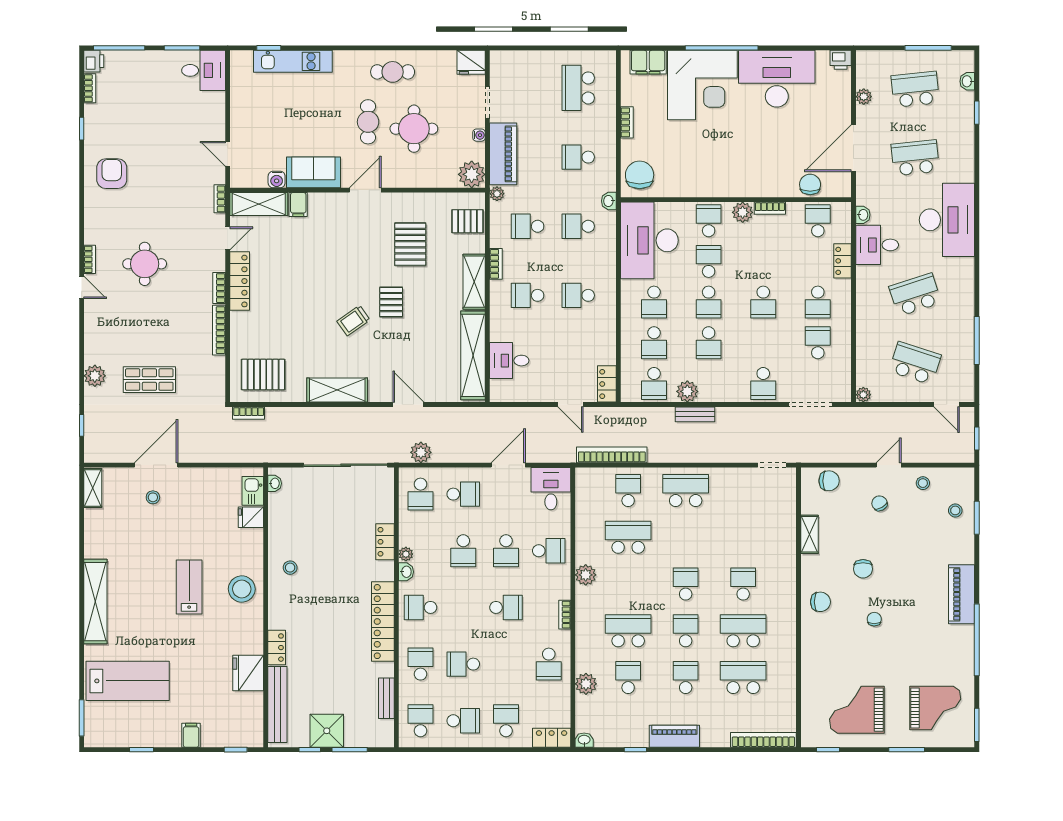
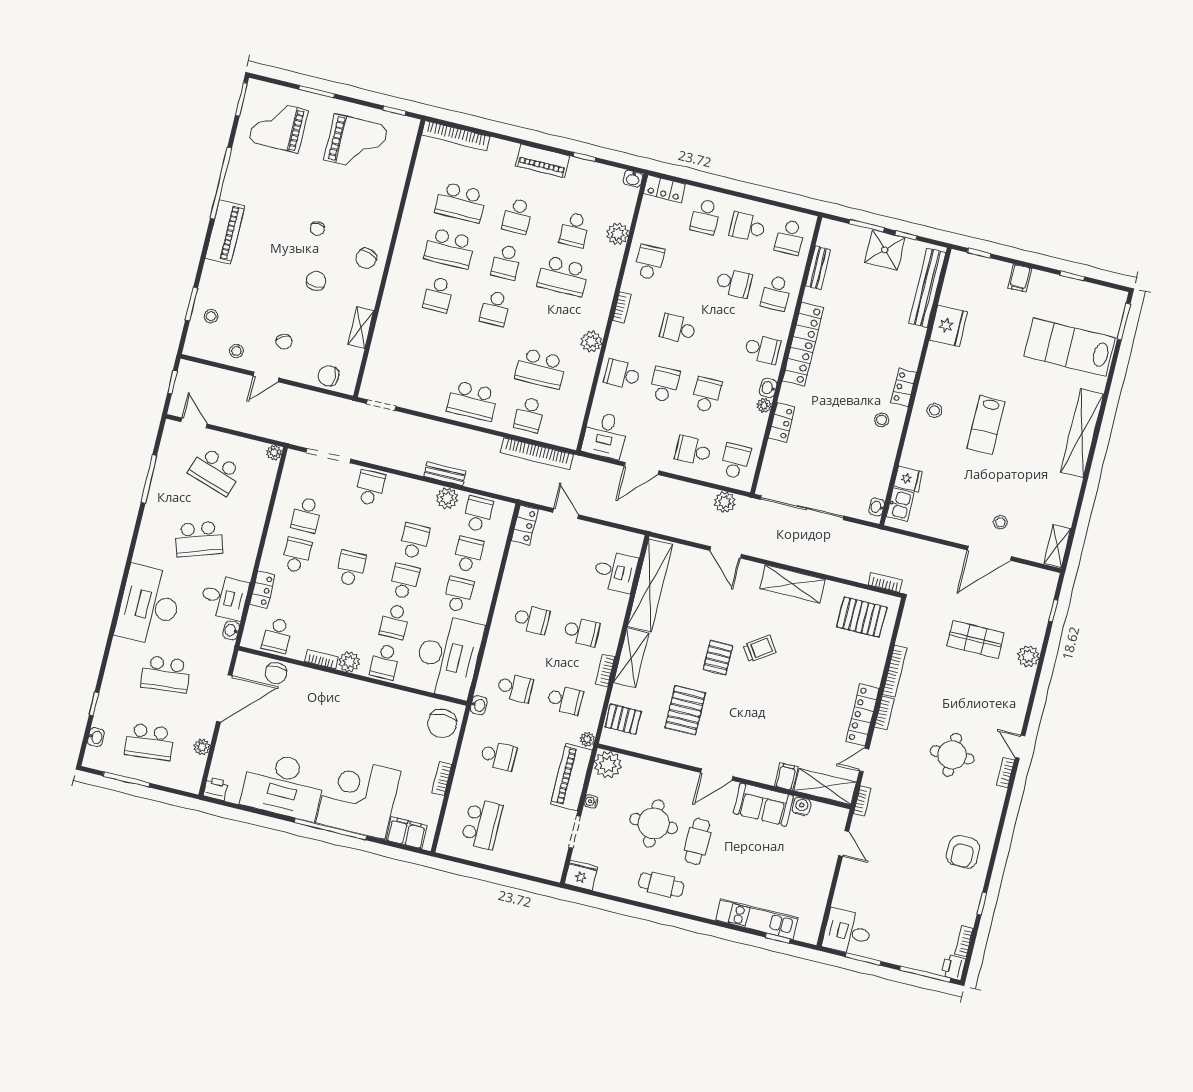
stool: (242, 589) -> (935, 410), width x0.53, depth x0.53
chair: (820, 602) -> (366, 258), turned -71
locker: (277, 648) -> (904, 388), moved

